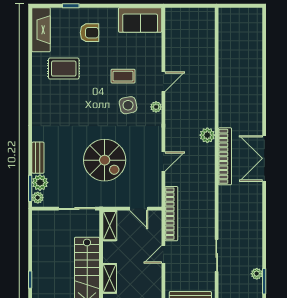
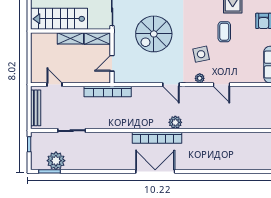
coffee table: (123, 76) -> (224, 32), moved
door: (163, 162) -> (171, 85), moved
door: (163, 254) -> (55, 85), moved
plant: (257, 274) -> (56, 161), width x1.87, depth x1.87
shelving: (110, 278) -> (70, 38), moved

